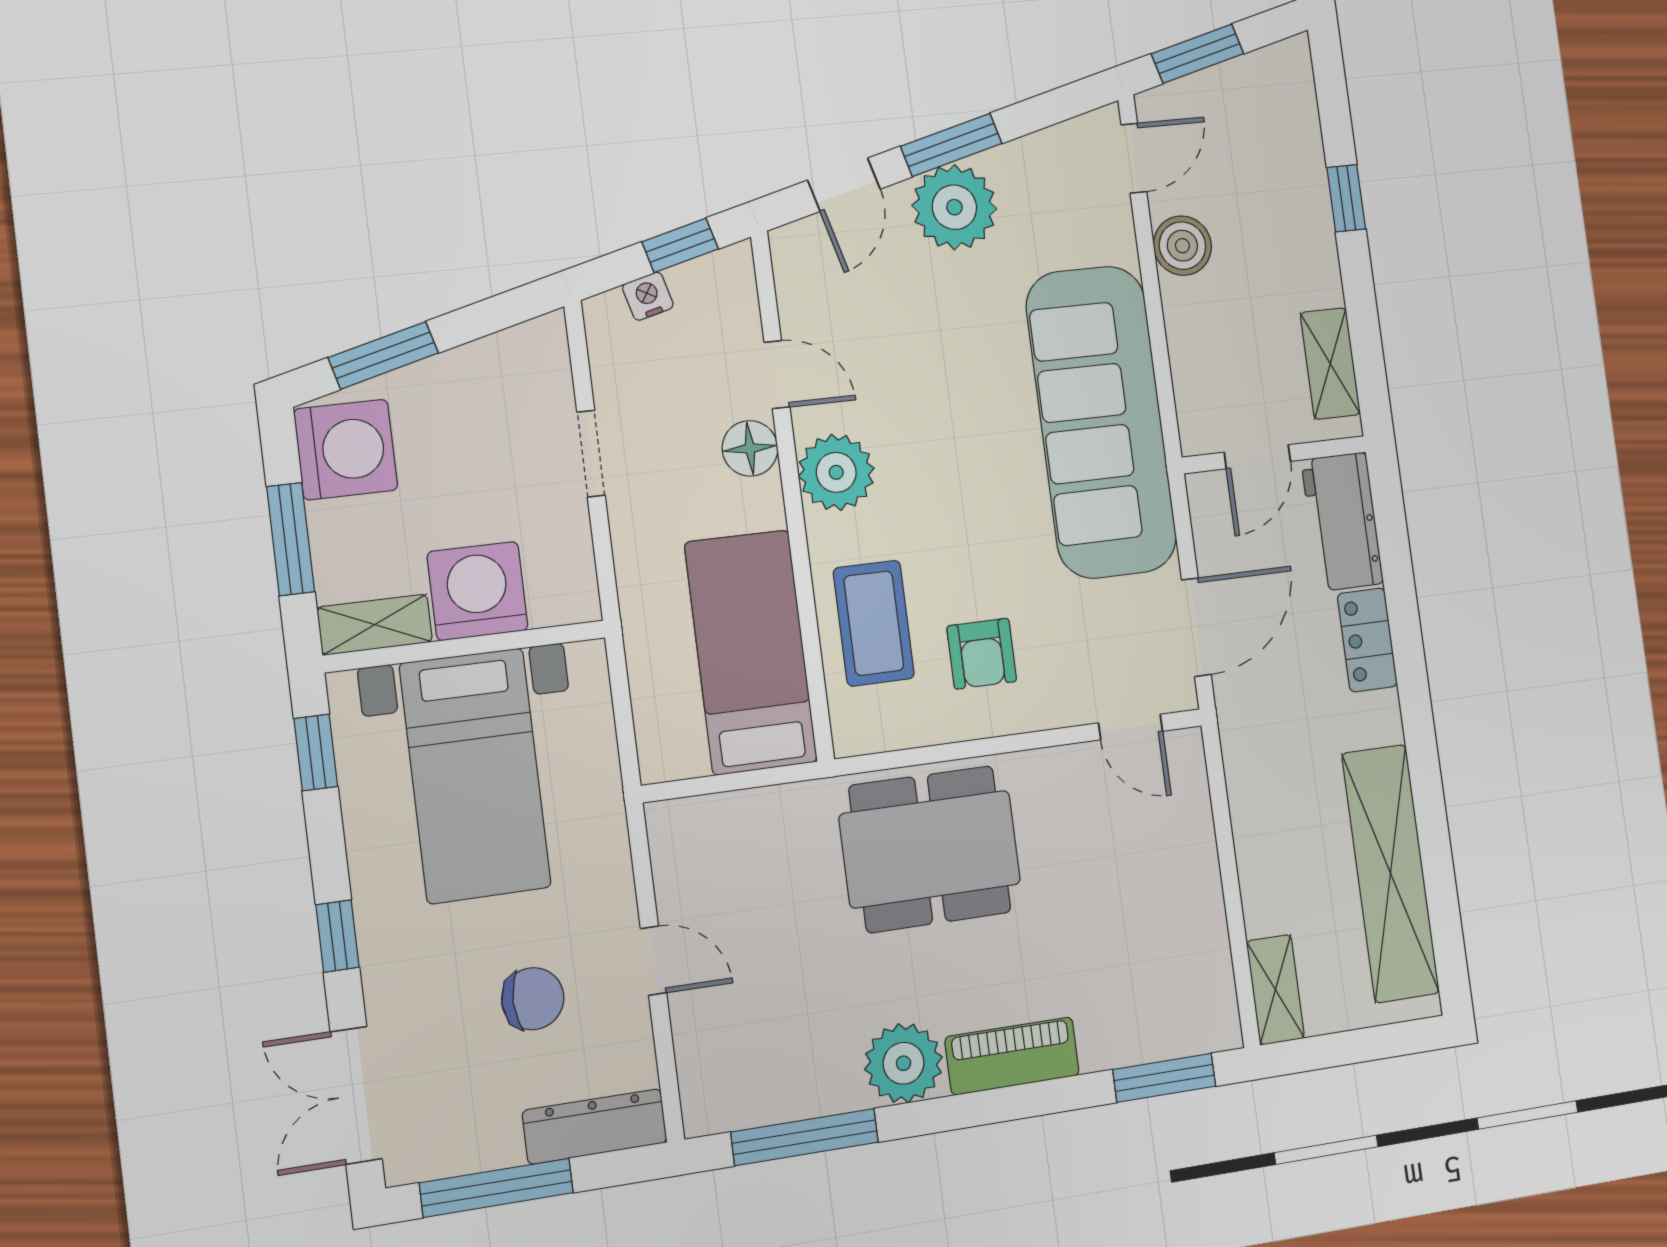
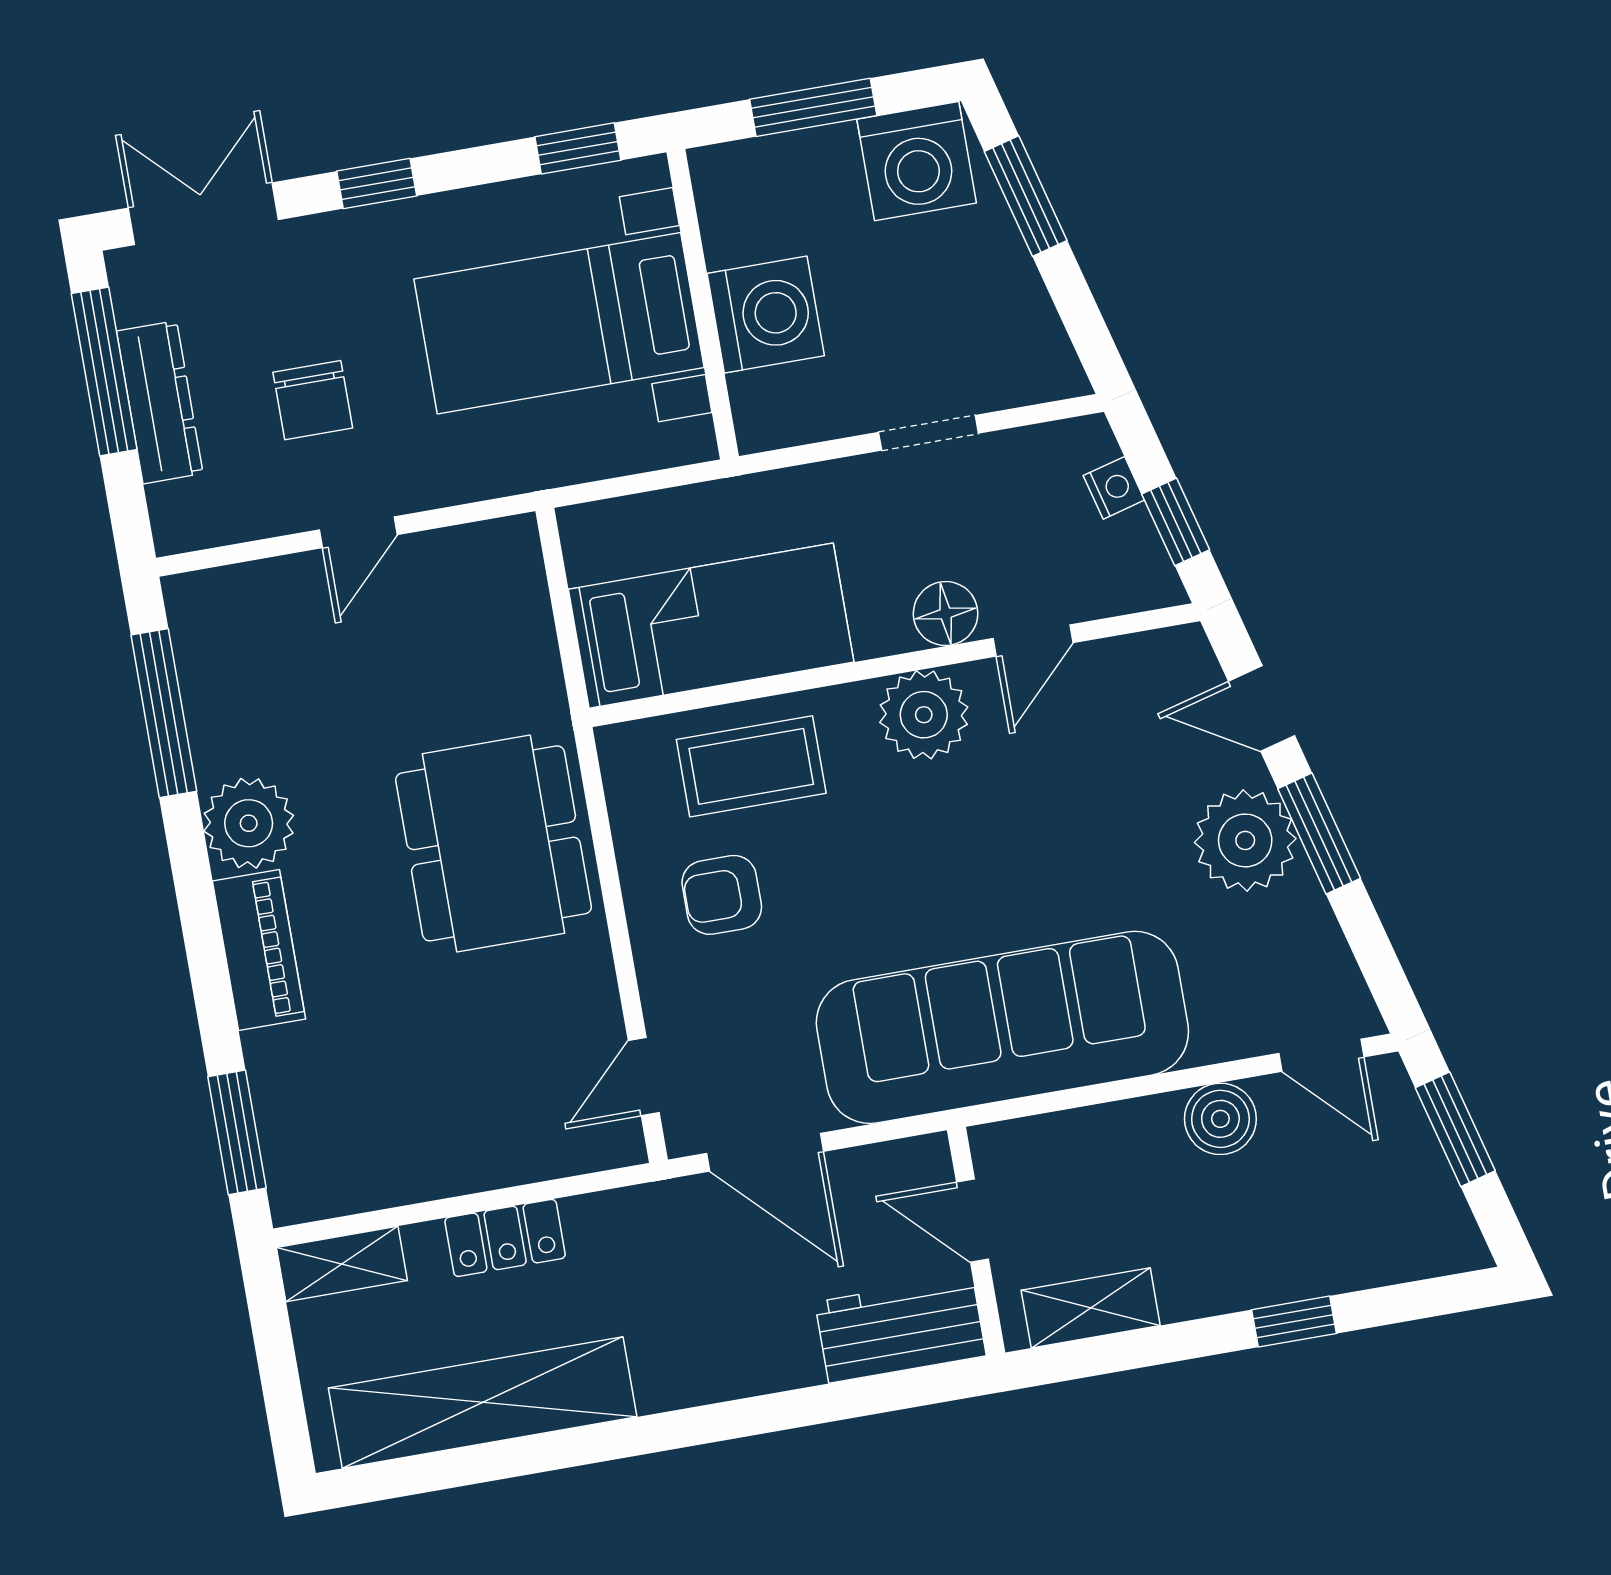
shelving: (375, 625) -> (723, 204), removed
locker: (1367, 640) -> (505, 1238), moved, turned 180
dresser: (595, 1127) -> (160, 402), moved

